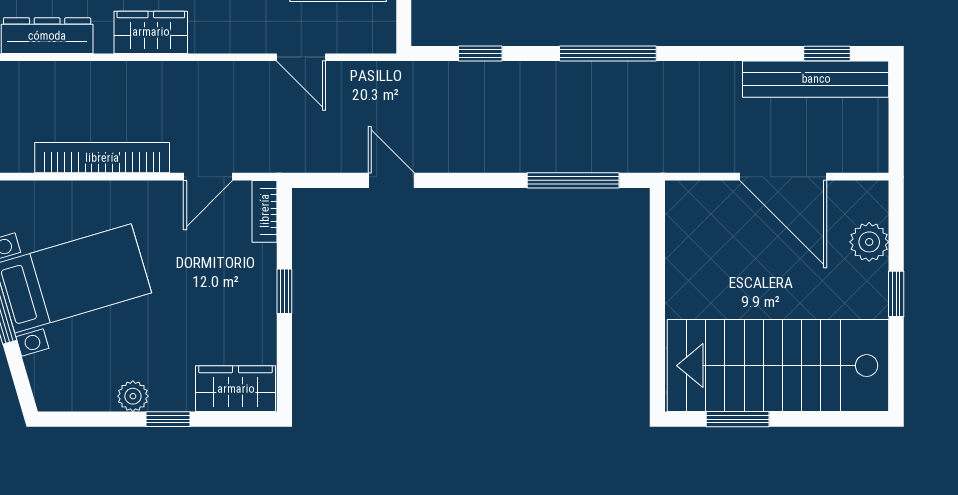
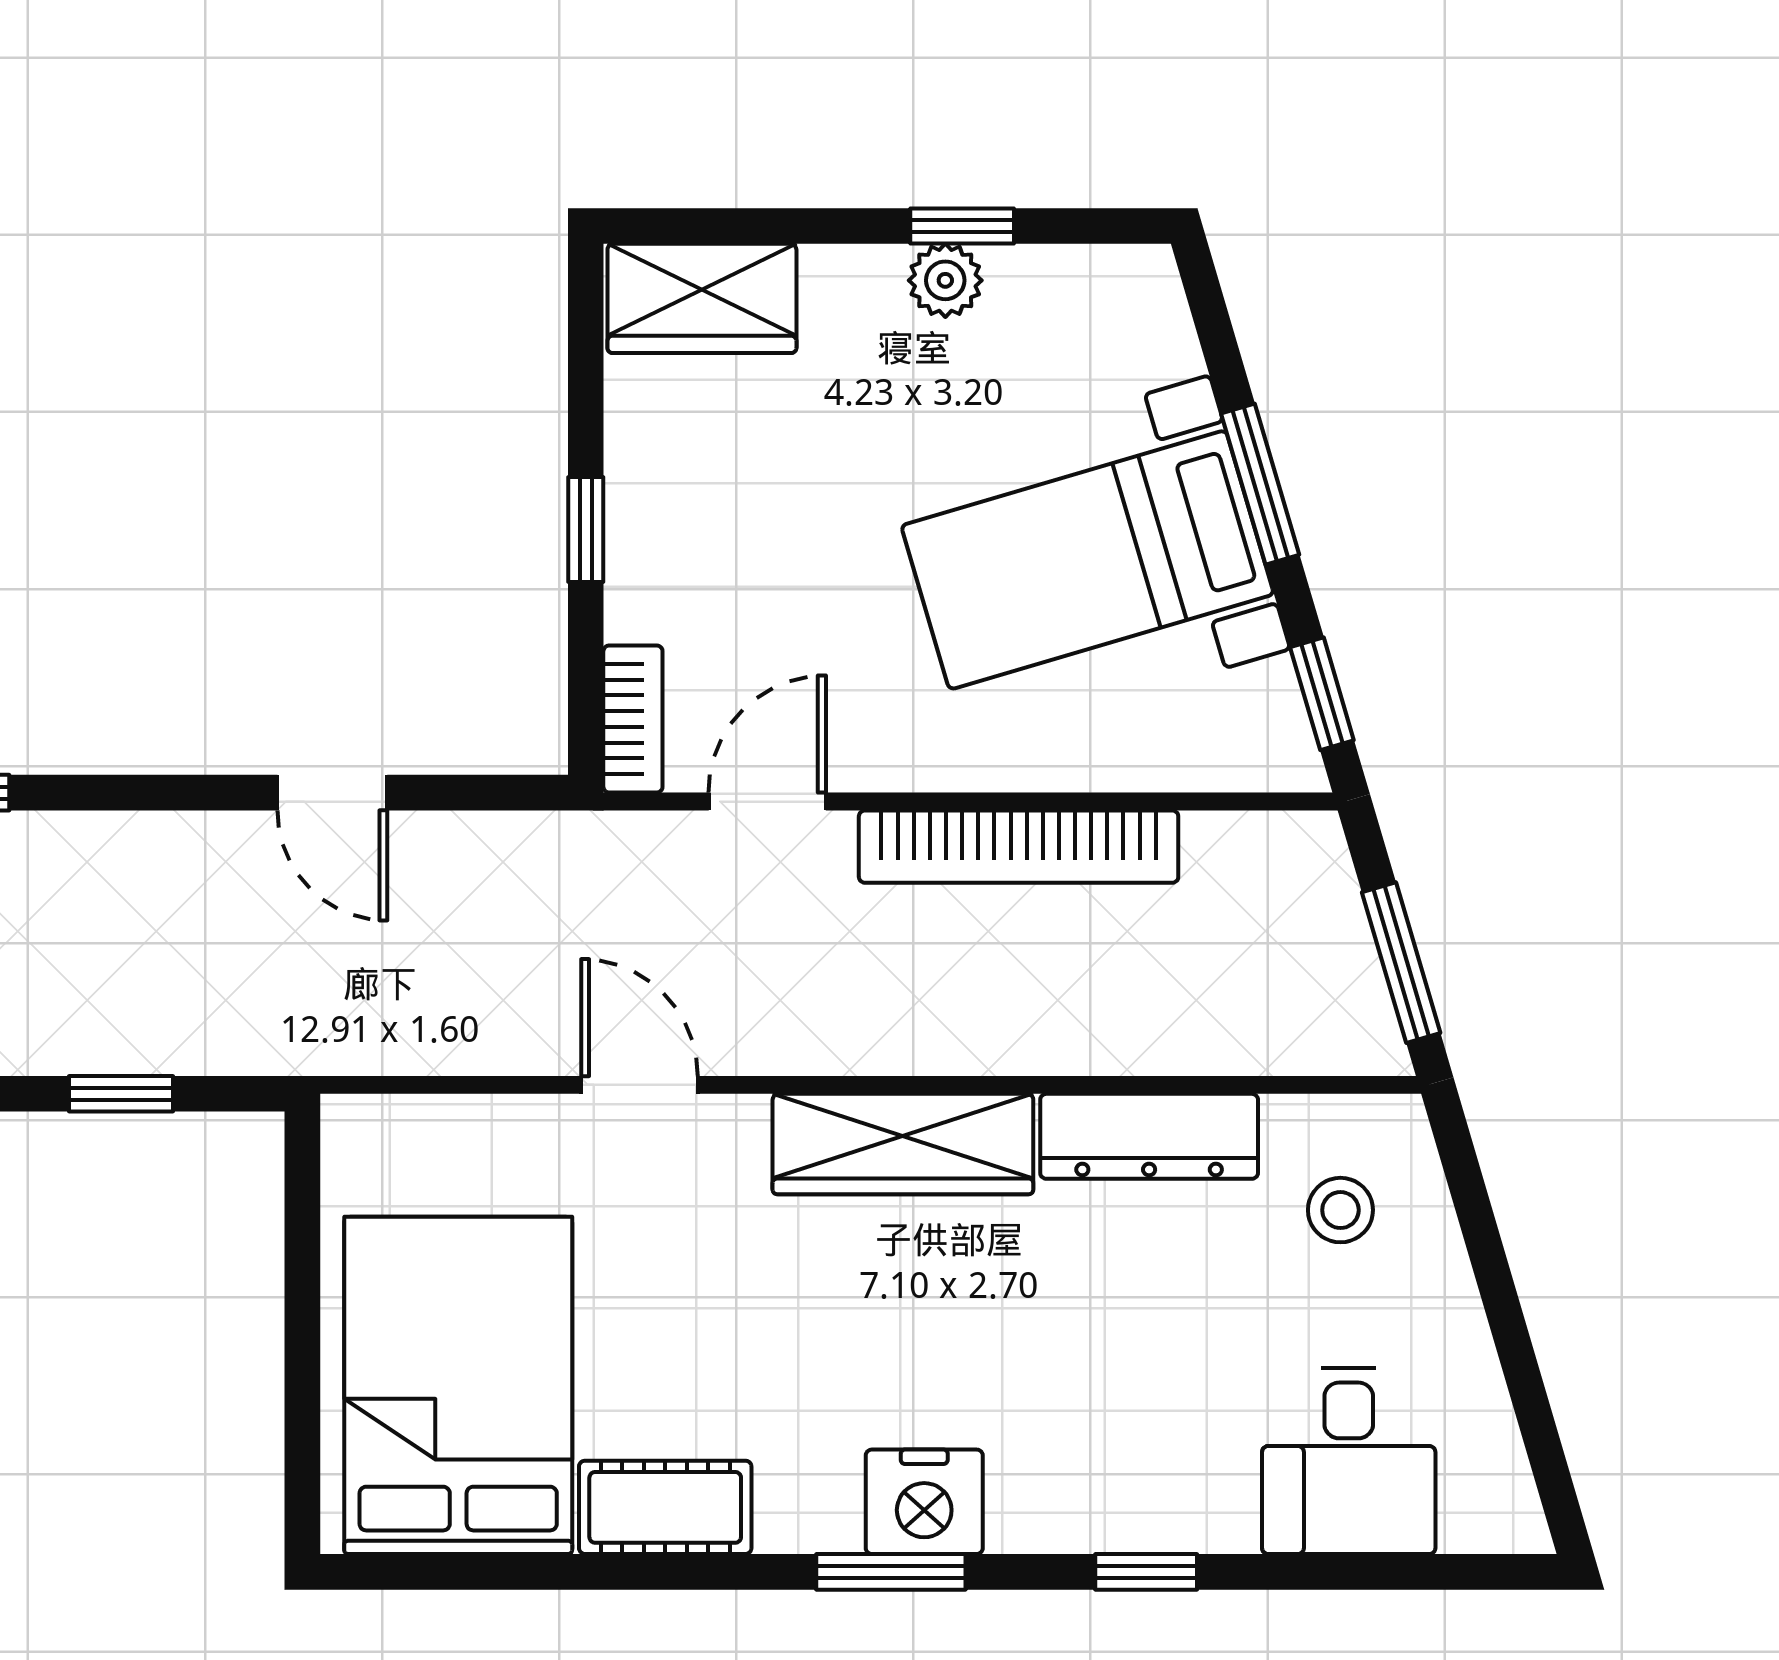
wardrobe: (151, 32) -> (903, 1144), width x1.50
door: (301, 57) -> (639, 1085), moved
window: (168, 419) -> (962, 226), moved

